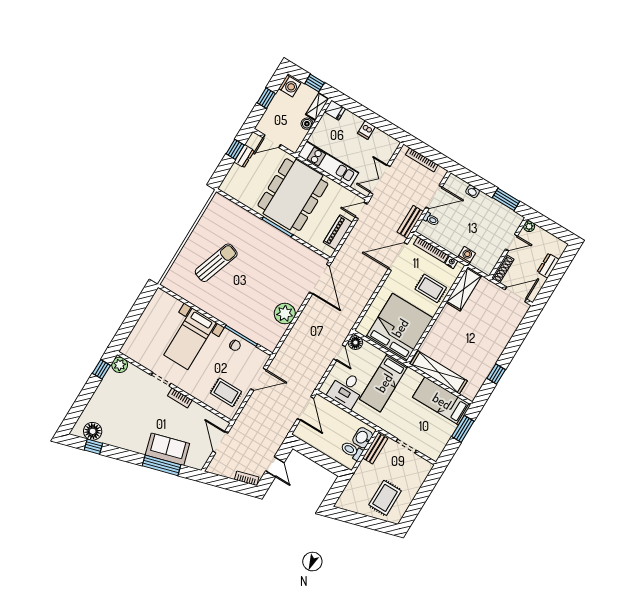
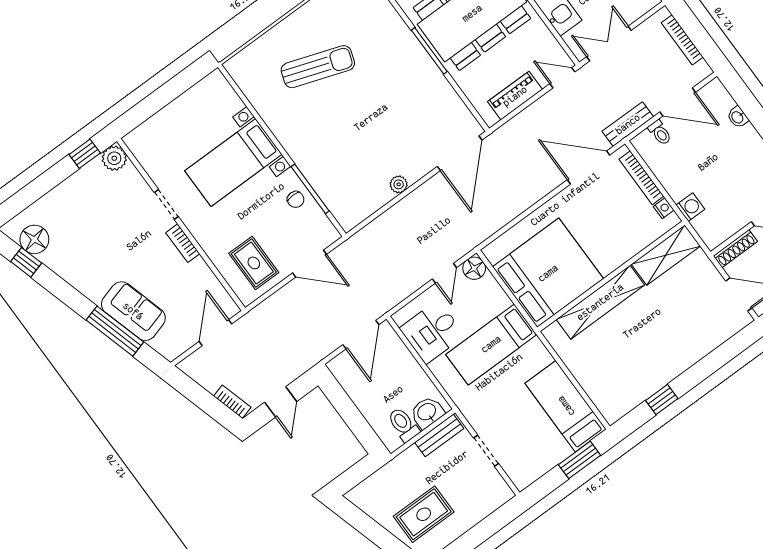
rug: (431, 288) -> (618, 234), removed
plant: (285, 314) -> (399, 184), width x0.53, depth x0.53
shelving: (439, 372) -> (600, 302), moved, turned 90

